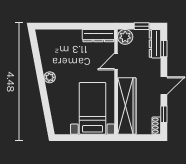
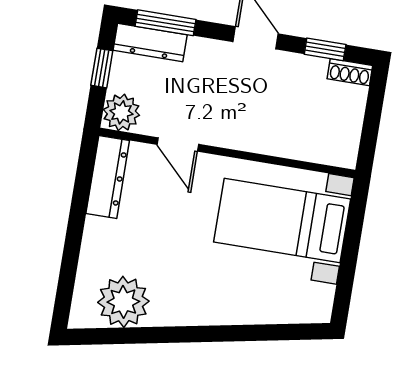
window: (164, 49) -> (166, 23), width x1.50
plant: (50, 77) -> (123, 302), moved, width x1.87, depth x1.87
wardrobe: (127, 106) -> (290, 136), removed

